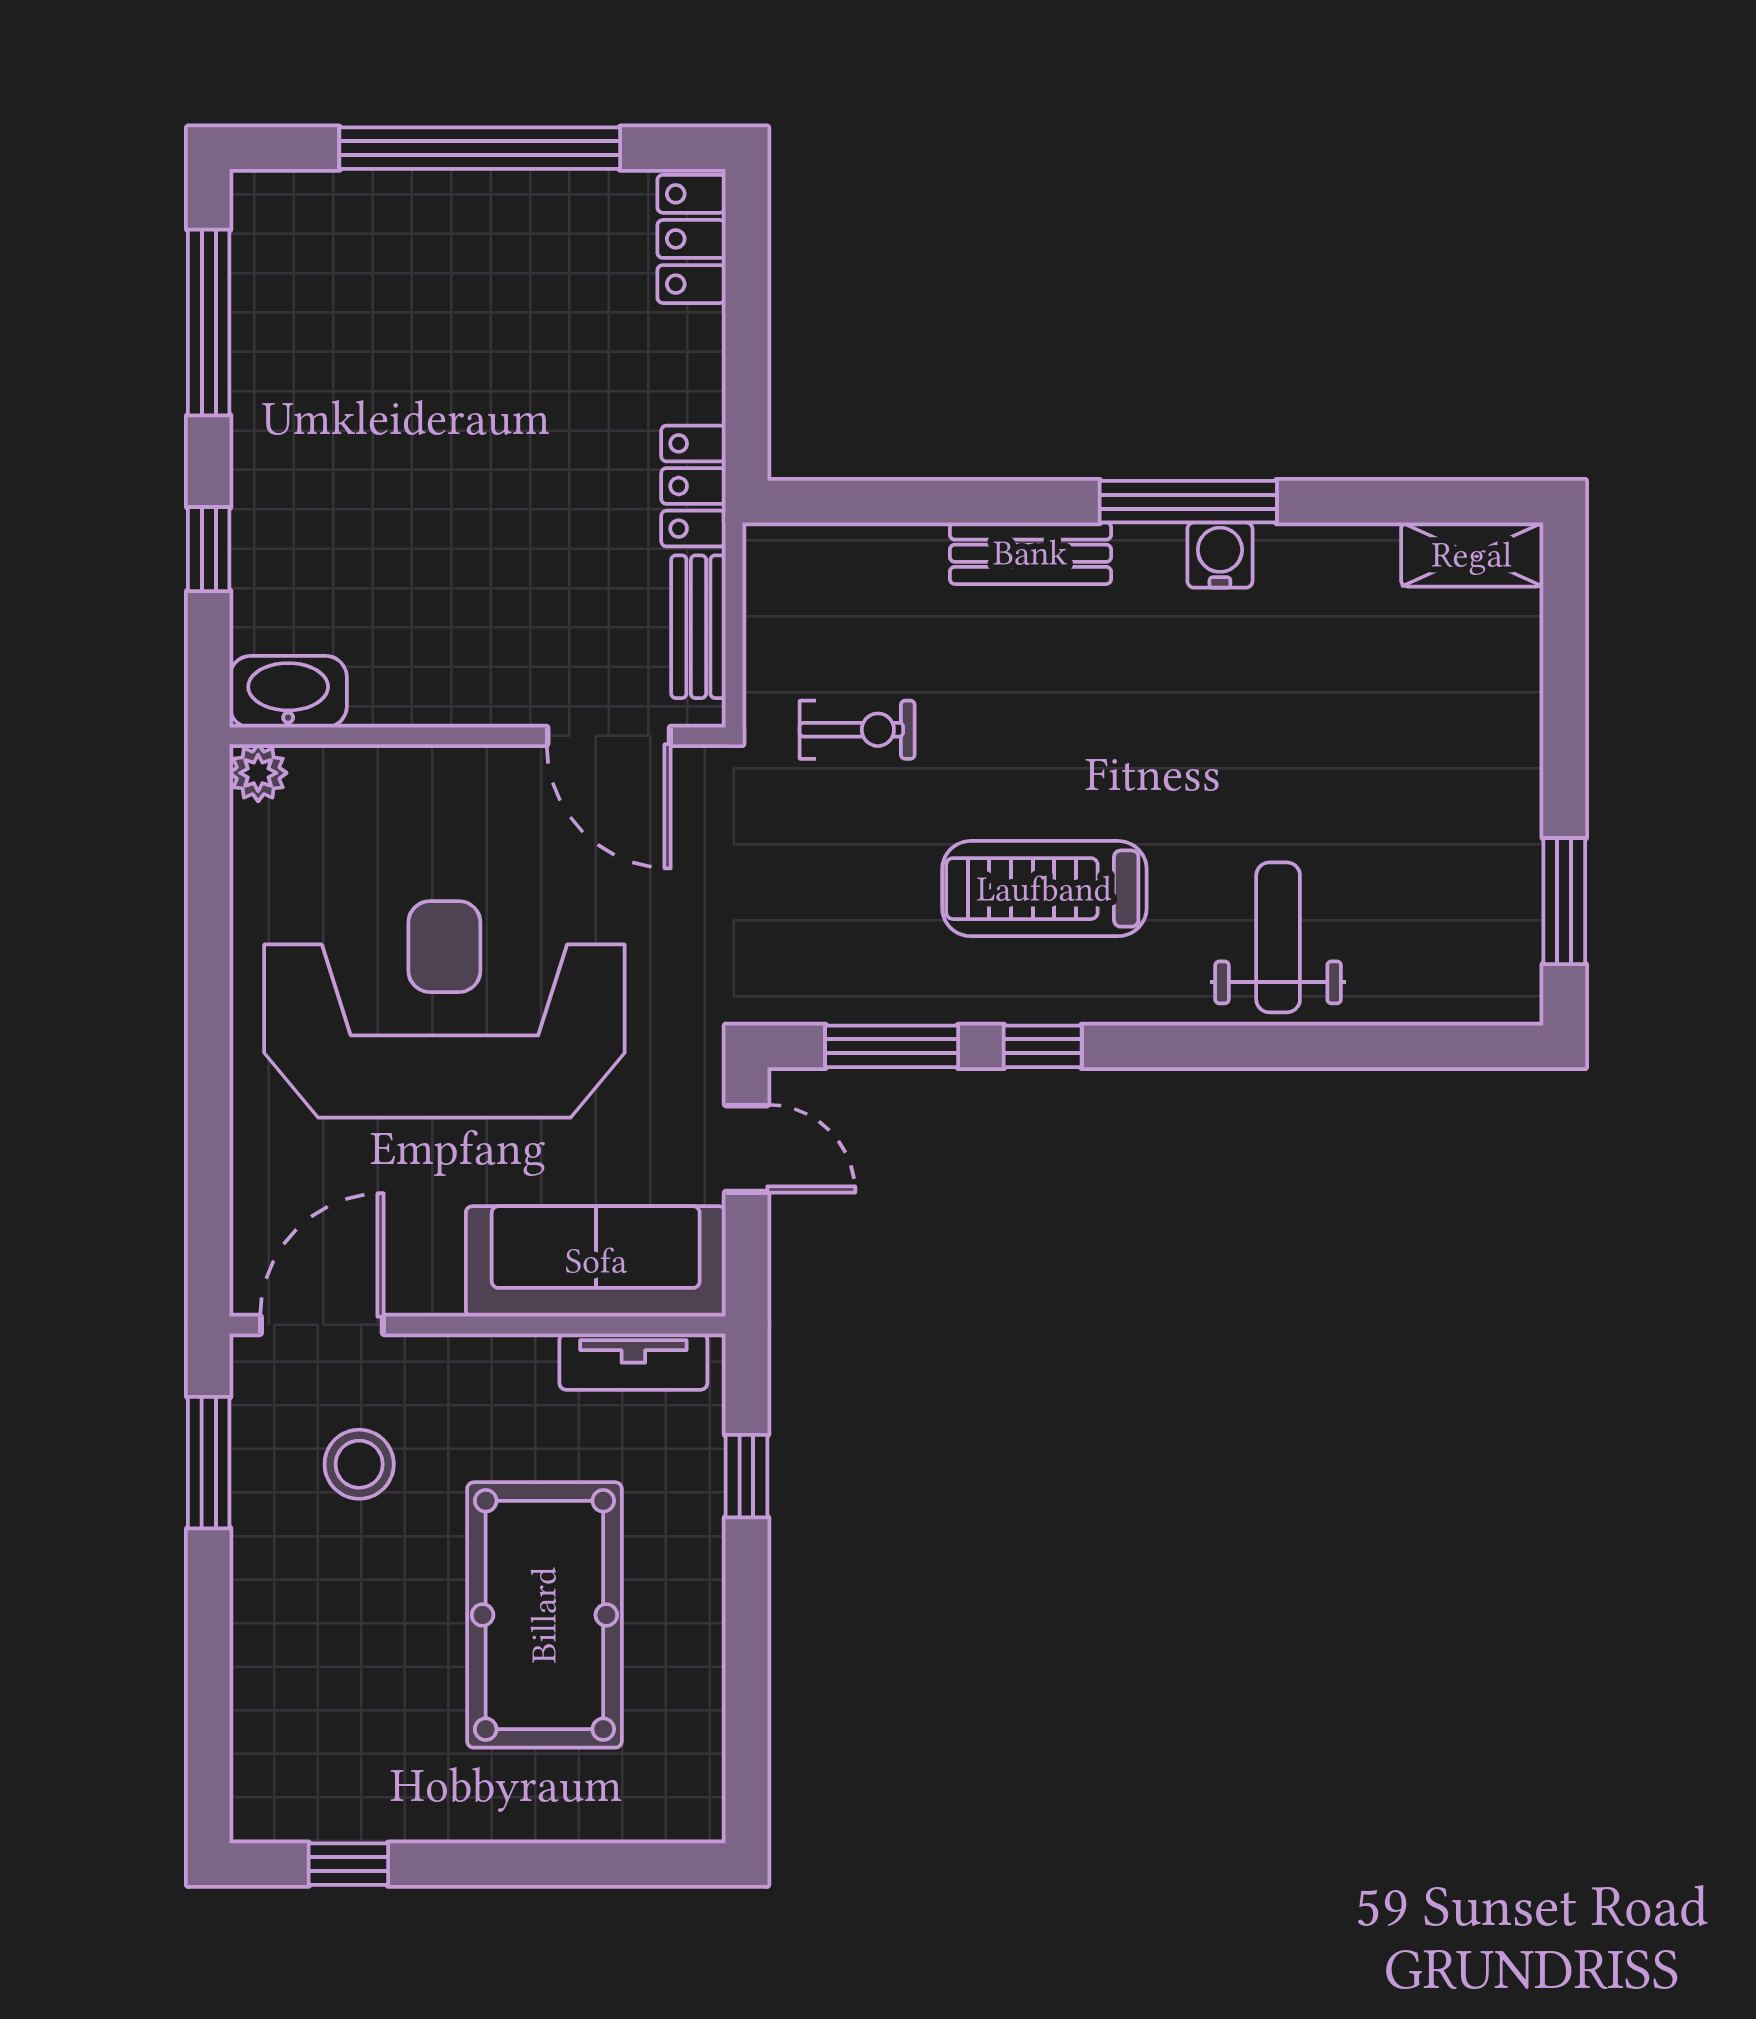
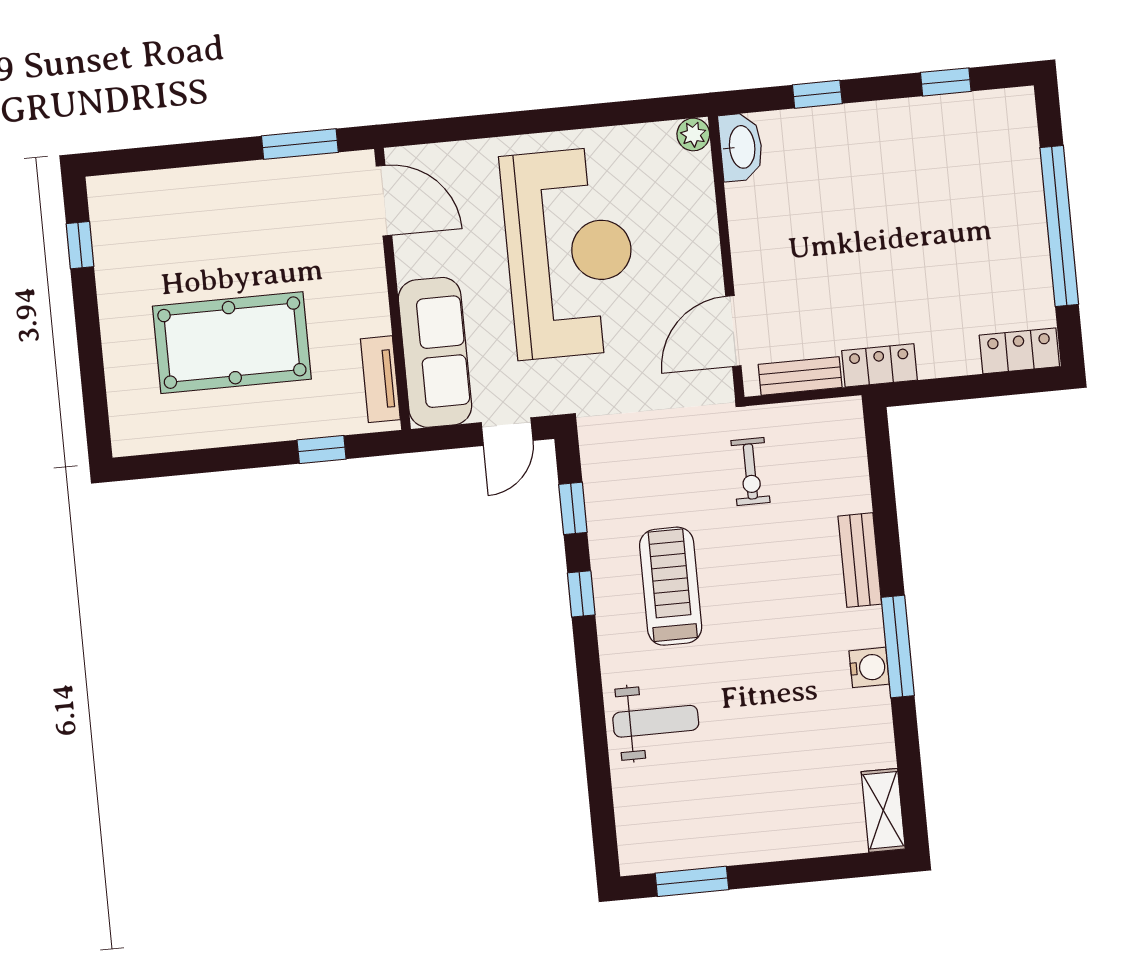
window: (209, 322) -> (946, 82), width x0.46
window: (892, 1046) -> (573, 508), width x0.67
stool: (359, 1464) -> (307, 229), removed

